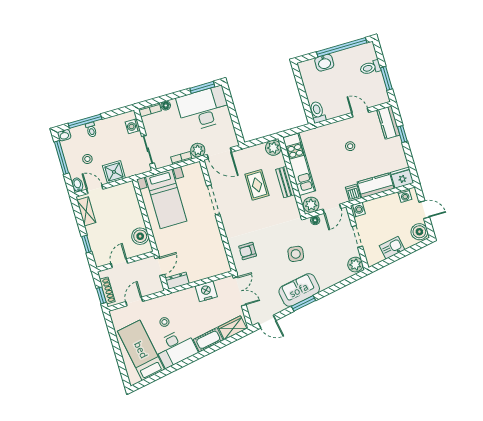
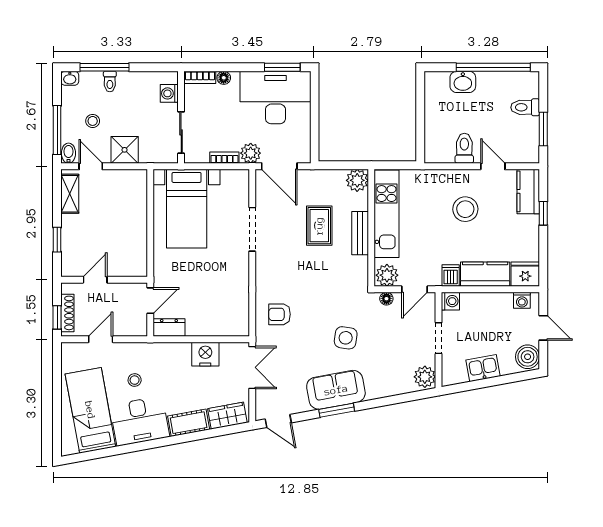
toilet: (317, 112) -> (464, 148), moved
stool: (350, 146) -> (465, 209), width x1.89, depth x1.89
window: (62, 158) -> (57, 130), moved
boiler: (140, 236) -> (135, 250), removed

